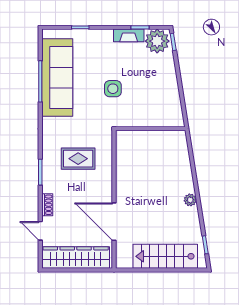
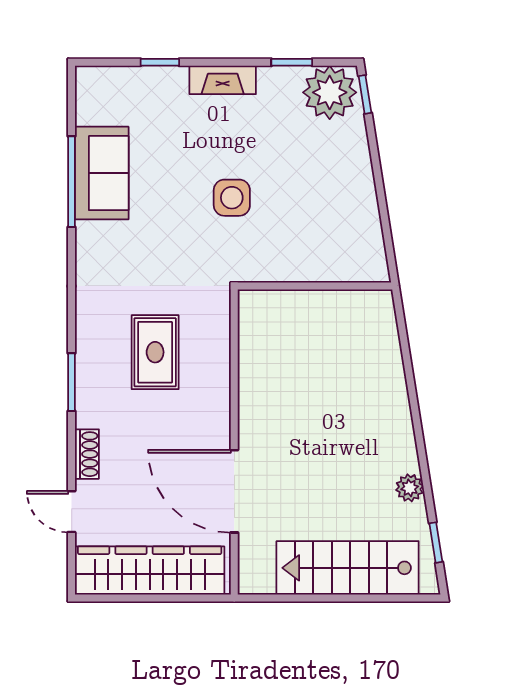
fireplace: (129, 35) -> (223, 80), moved
sofa: (57, 78) -> (102, 173), width x0.54, depth x0.79
rug: (78, 159) -> (155, 352), turned 90
plant: (190, 200) -> (410, 488), moved

